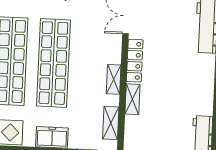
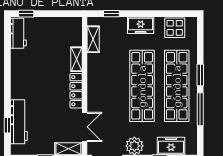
shelving: (114, 79) -> (93, 75), removed

